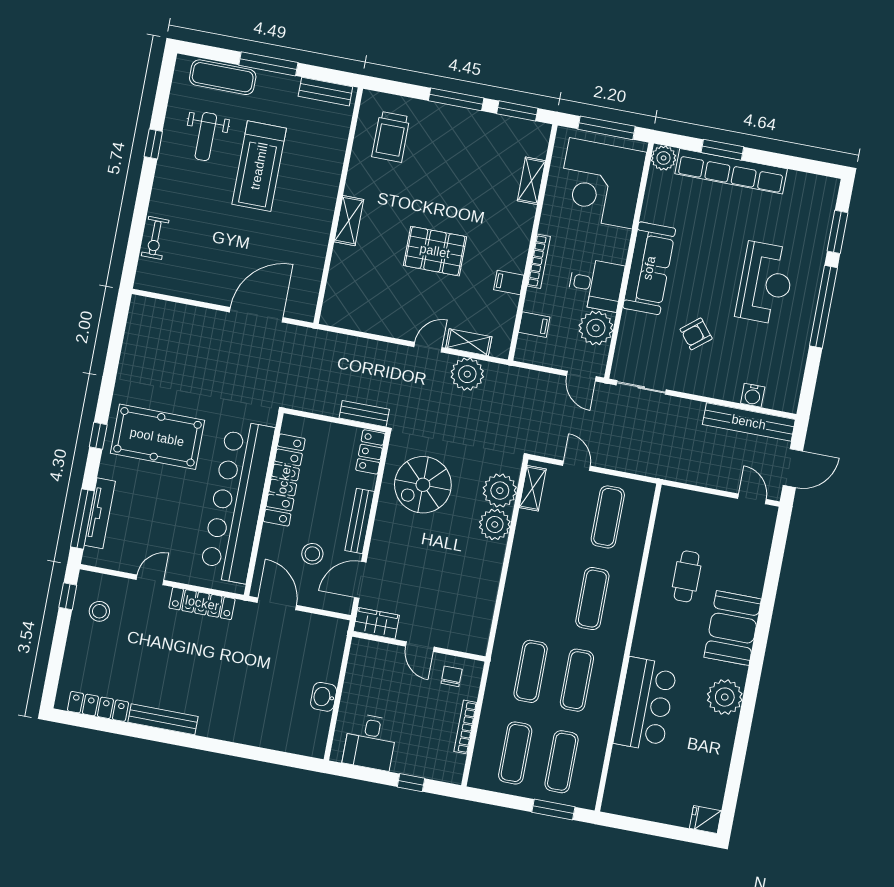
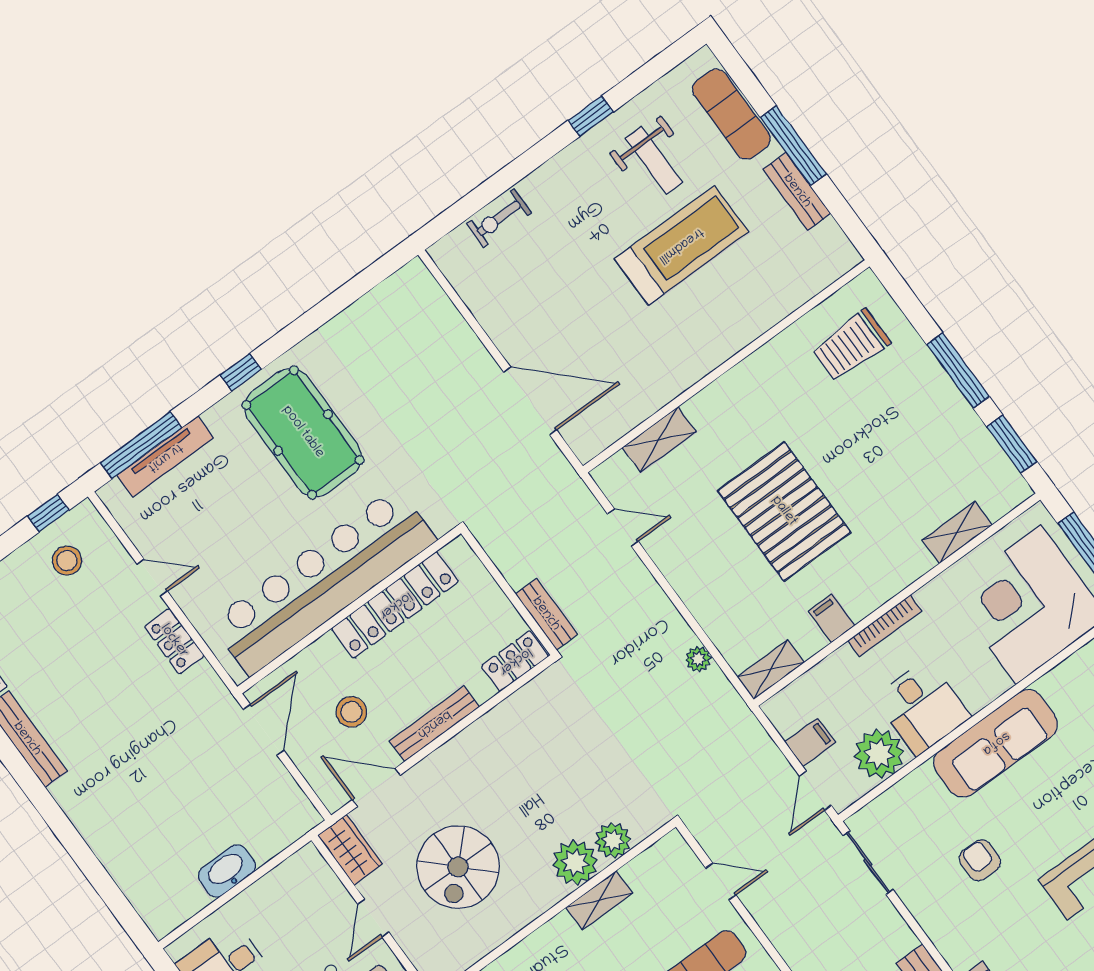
bench: (325, 92) -> (797, 191), moved
weight bench: (206, 137) -> (654, 161), turned -90
treadmill: (259, 166) -> (681, 245), turned 180
shelving: (349, 221) -> (659, 440), moved
pallet: (435, 251) -> (784, 511), width x1.37, depth x1.41
filing cabinet: (534, 325) -> (810, 742), moved, turned -90
armchair: (696, 334) -> (980, 860), turned 39
shelving: (469, 342) -> (771, 670), moved, turned 90
door: (428, 347) -> (623, 528), moved
plant: (467, 374) -> (698, 659), width x0.53, depth x0.53
door: (576, 466) -> (721, 881), hinge flipped
spiral stairs: (423, 485) -> (458, 867), moved, turned -90
shelving: (533, 488) -> (599, 900), moved
plant: (500, 491) -> (613, 841), width x0.73, depth x0.73
locker: (202, 603) -> (174, 641), width x0.66
washbasin: (324, 697) -> (227, 871), width x1.38

